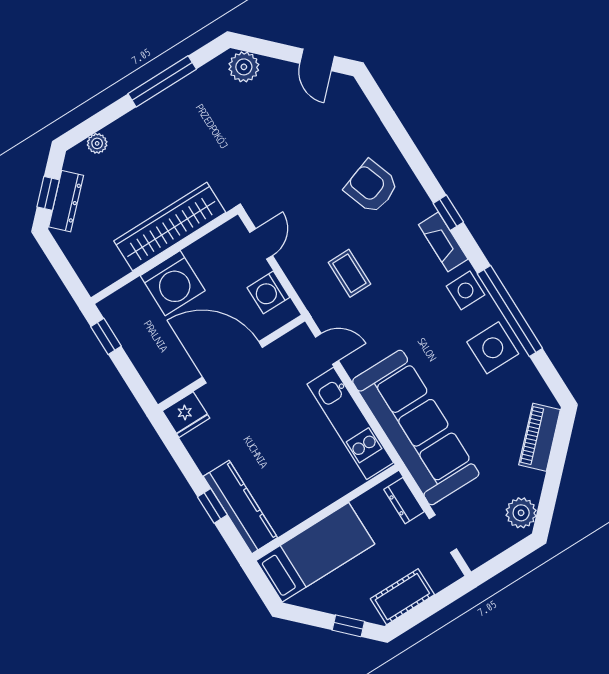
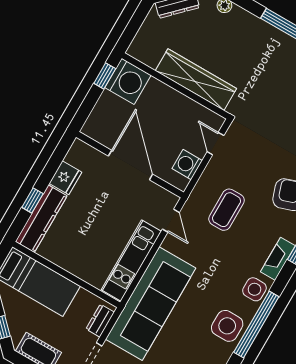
door: (261, 244) -> (215, 144), swing flipped
coffee table: (349, 273) -> (227, 210), width x1.36, depth x1.30
washing machine: (173, 283) -> (128, 81), moved, turned -90
fridge: (186, 415) -> (65, 178), moved, turned -90

